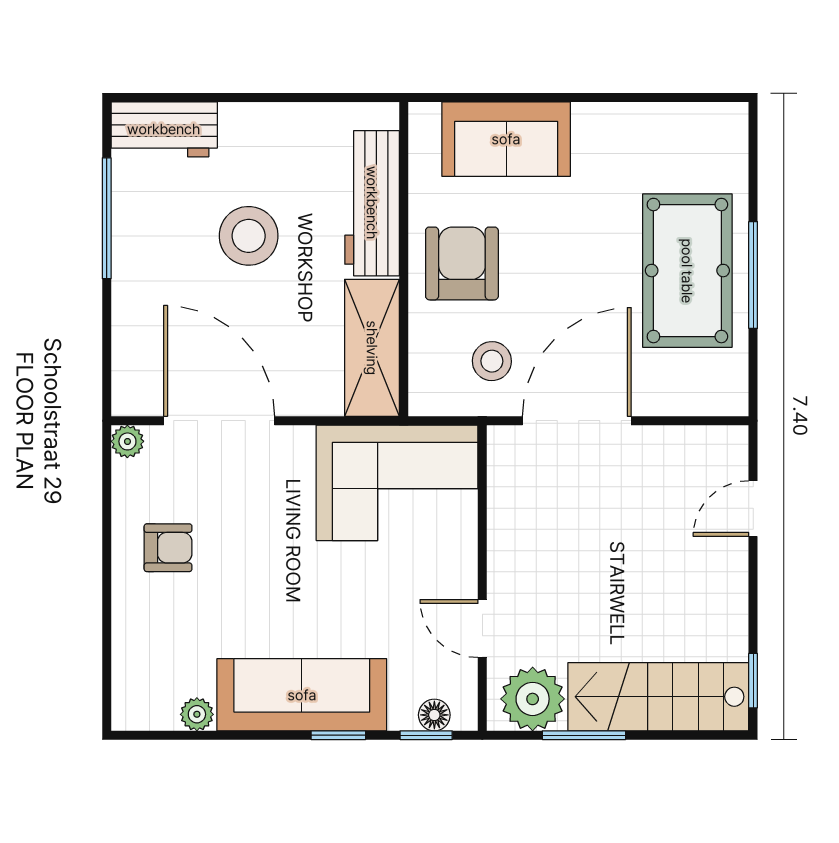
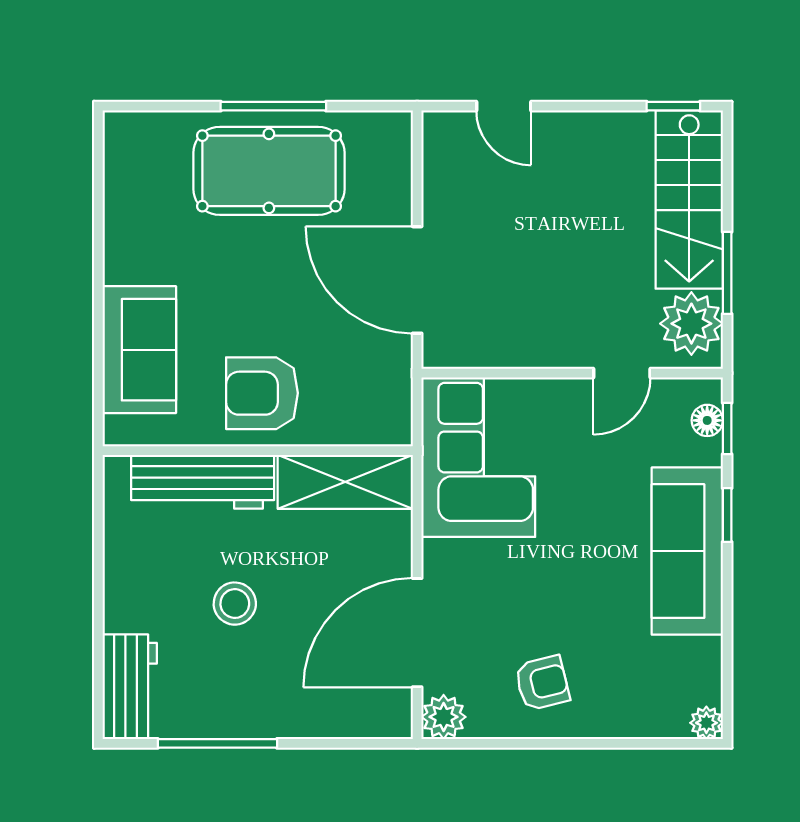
stool: (249, 236) -> (235, 604), width x0.73, depth x0.73
stool: (492, 361) -> (358, 364), removed
plant: (127, 441) -> (444, 717), width x1.38, depth x1.38
armchair: (168, 548) -> (542, 683), turned 76
plant: (197, 714) -> (706, 723), moved

